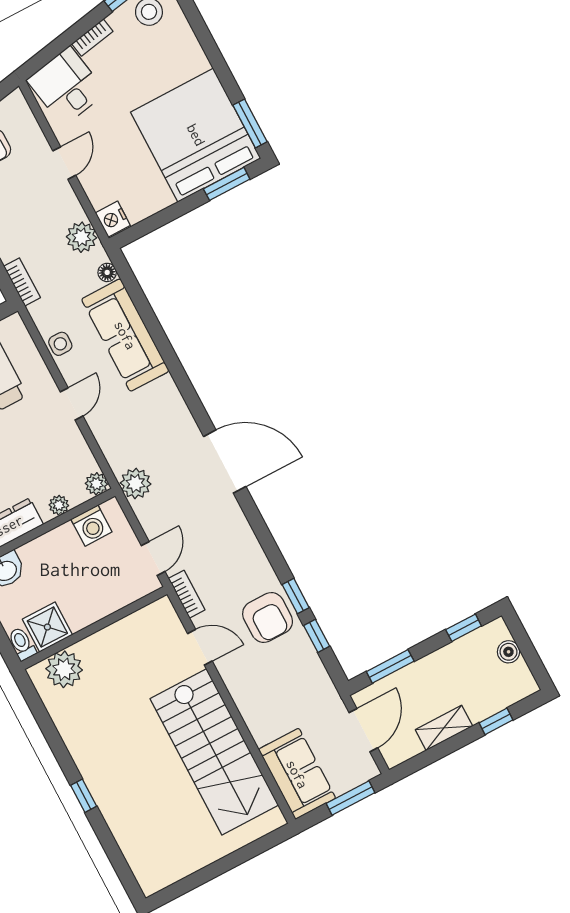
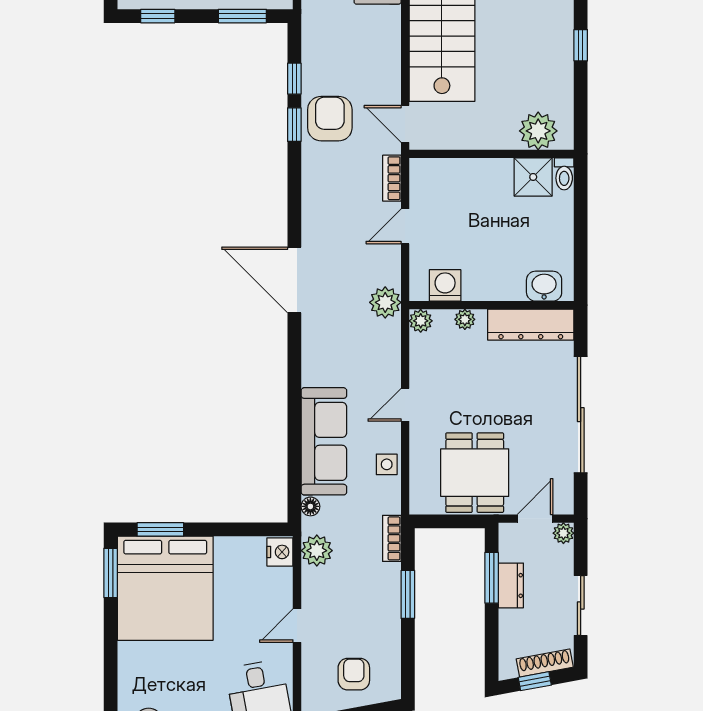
shower: (47, 627) -> (533, 177), moved
wall: (94, 628) -> (492, 154), moved
toilet: (22, 644) -> (564, 174), moved
plant: (64, 669) -> (538, 131), moved

